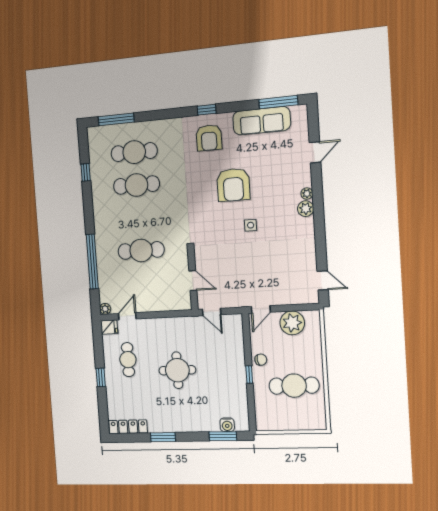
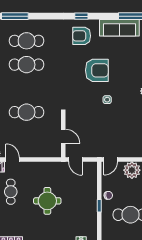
armchair: (209, 138) -> (82, 36), turned 90
armchair: (233, 185) -> (97, 70), turned -90
door: (127, 316) -> (13, 160), hinge flipped

